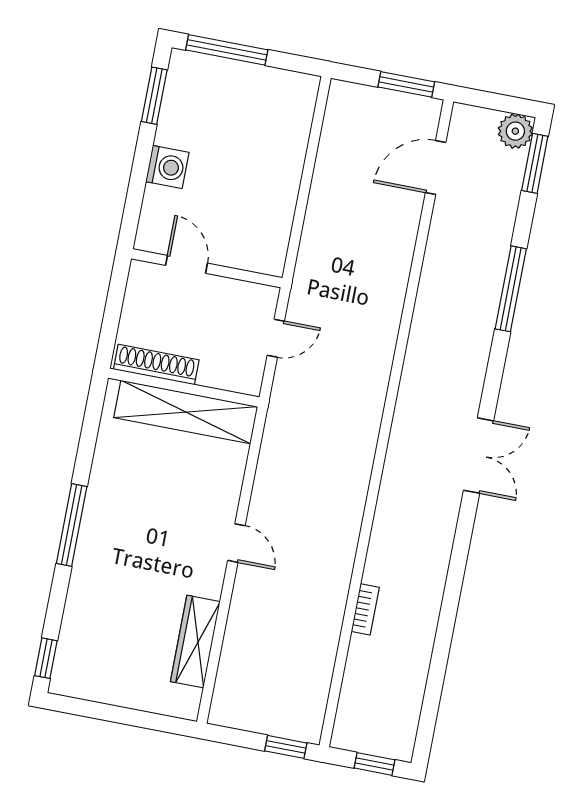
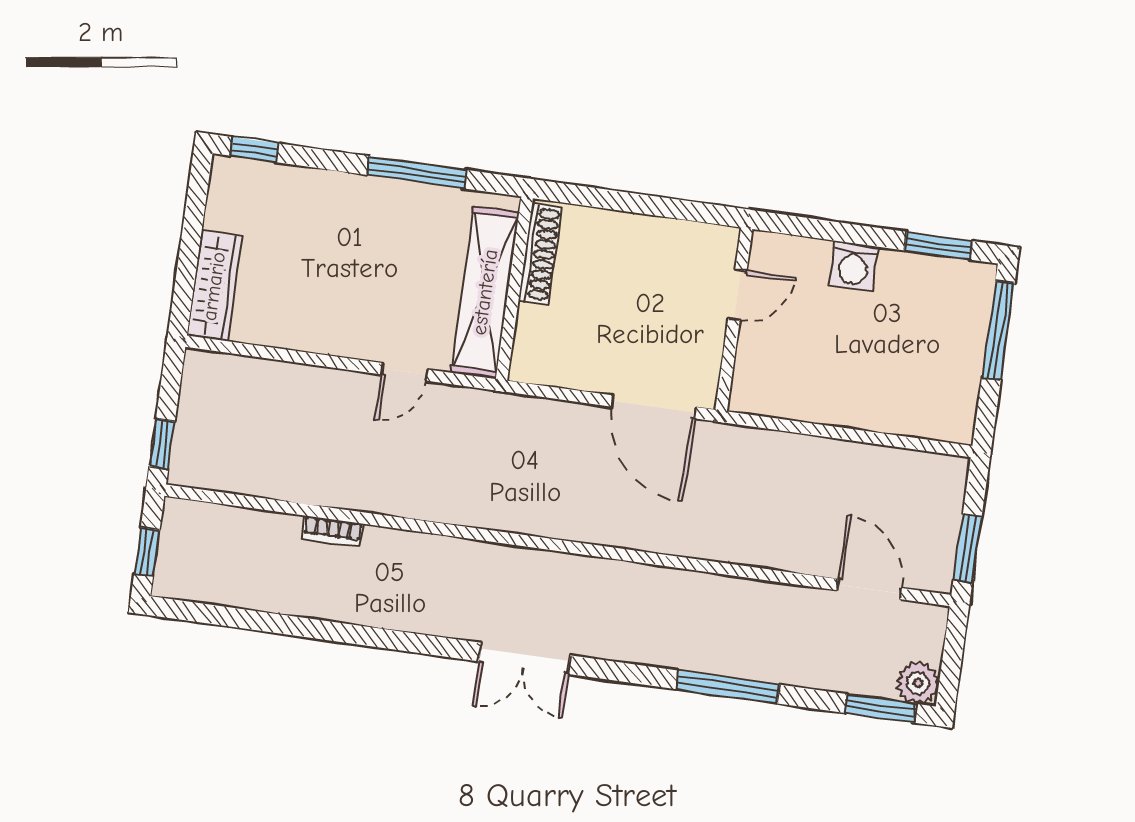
door: (276, 338) -> (654, 407), width x1.87
shoe rack: (156, 365) -> (540, 254), moved
wall: (184, 388) -> (514, 289), moved
shelving: (186, 412) -> (485, 292), moved
wardrobe: (195, 642) -> (214, 286), moved, turned 90

